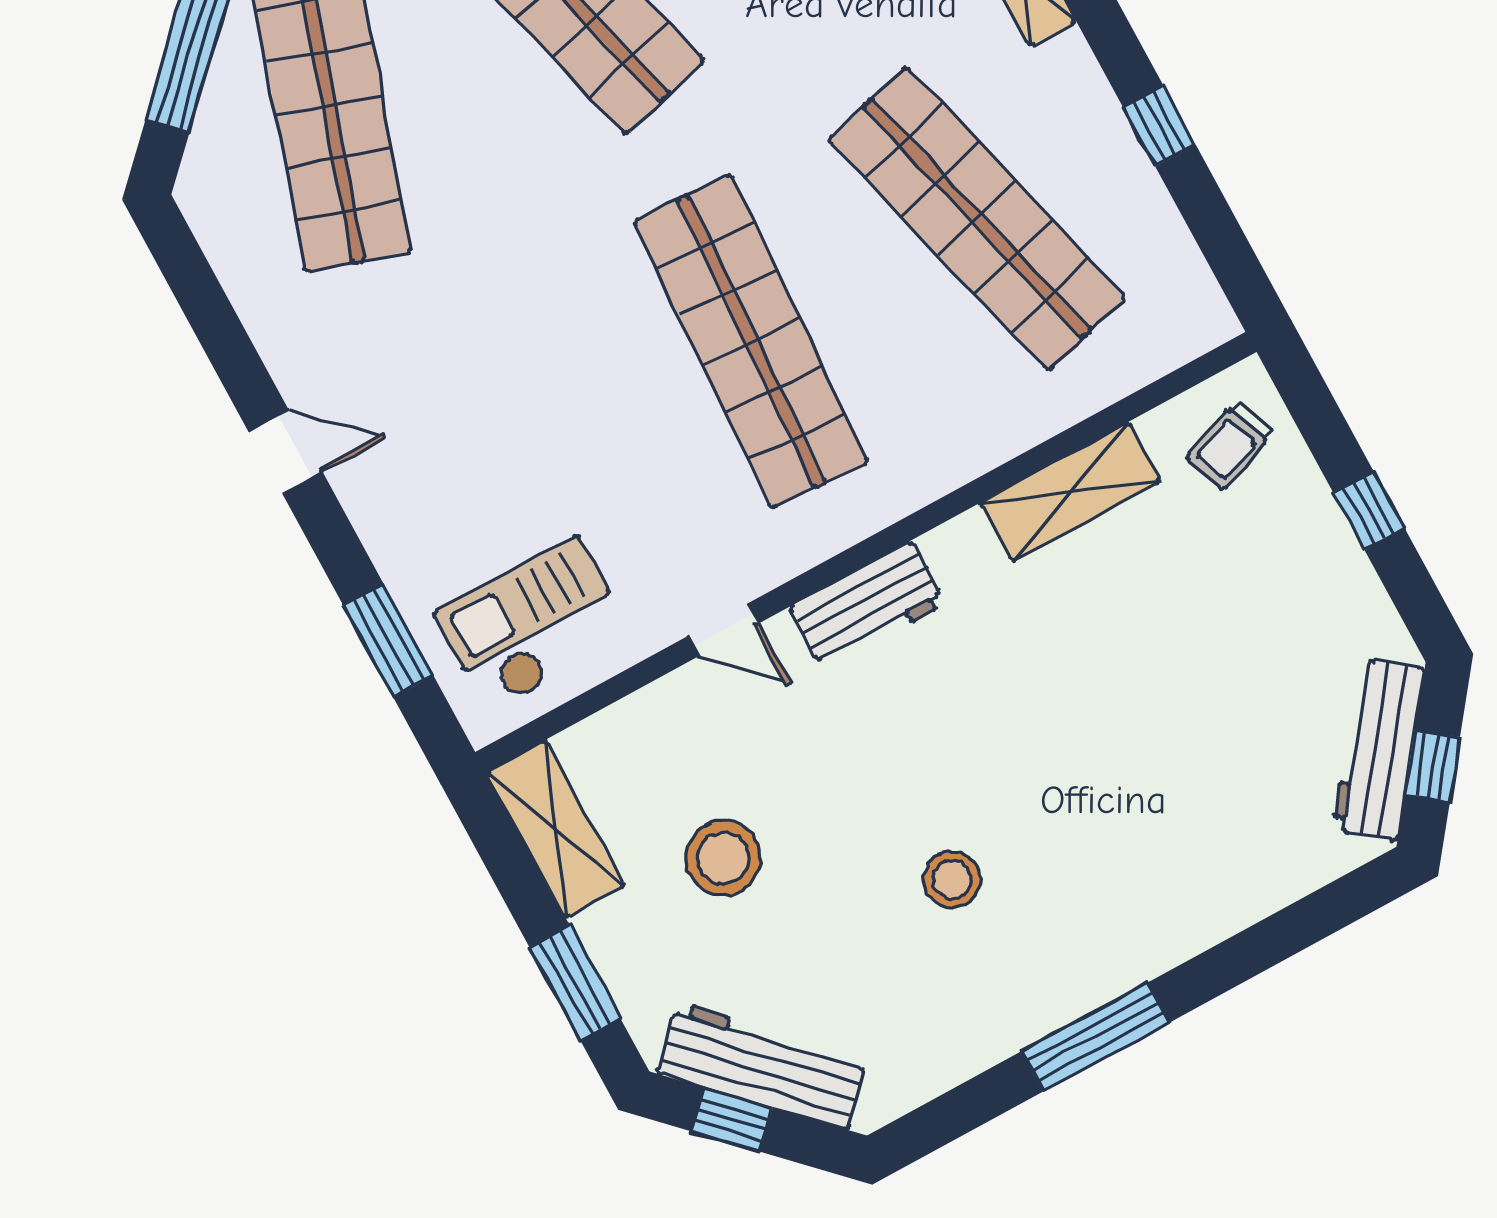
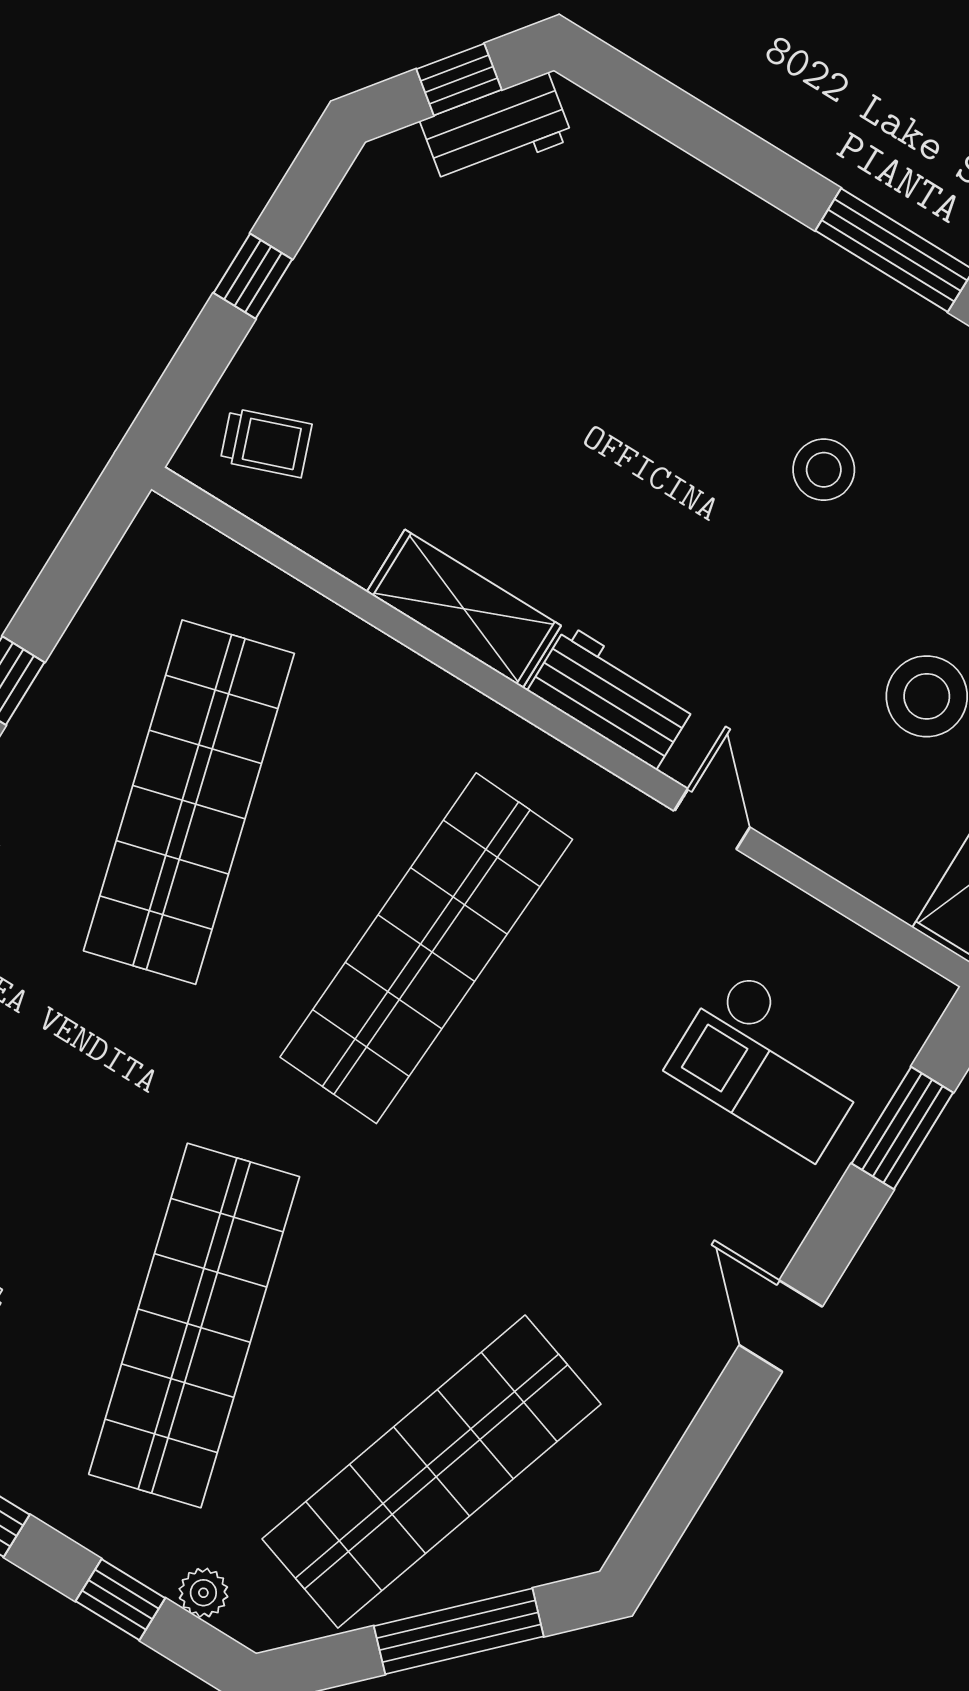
shelving: (1070, 492) -> (464, 609), moved
checkout: (533, 624) -> (772, 1064), moved
workbench: (1379, 750) -> (496, 130), width x0.73

